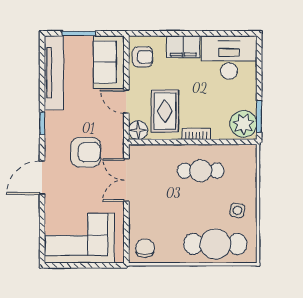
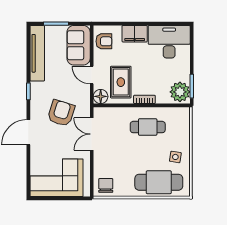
armchair: (86, 152) -> (61, 113), turned -73

